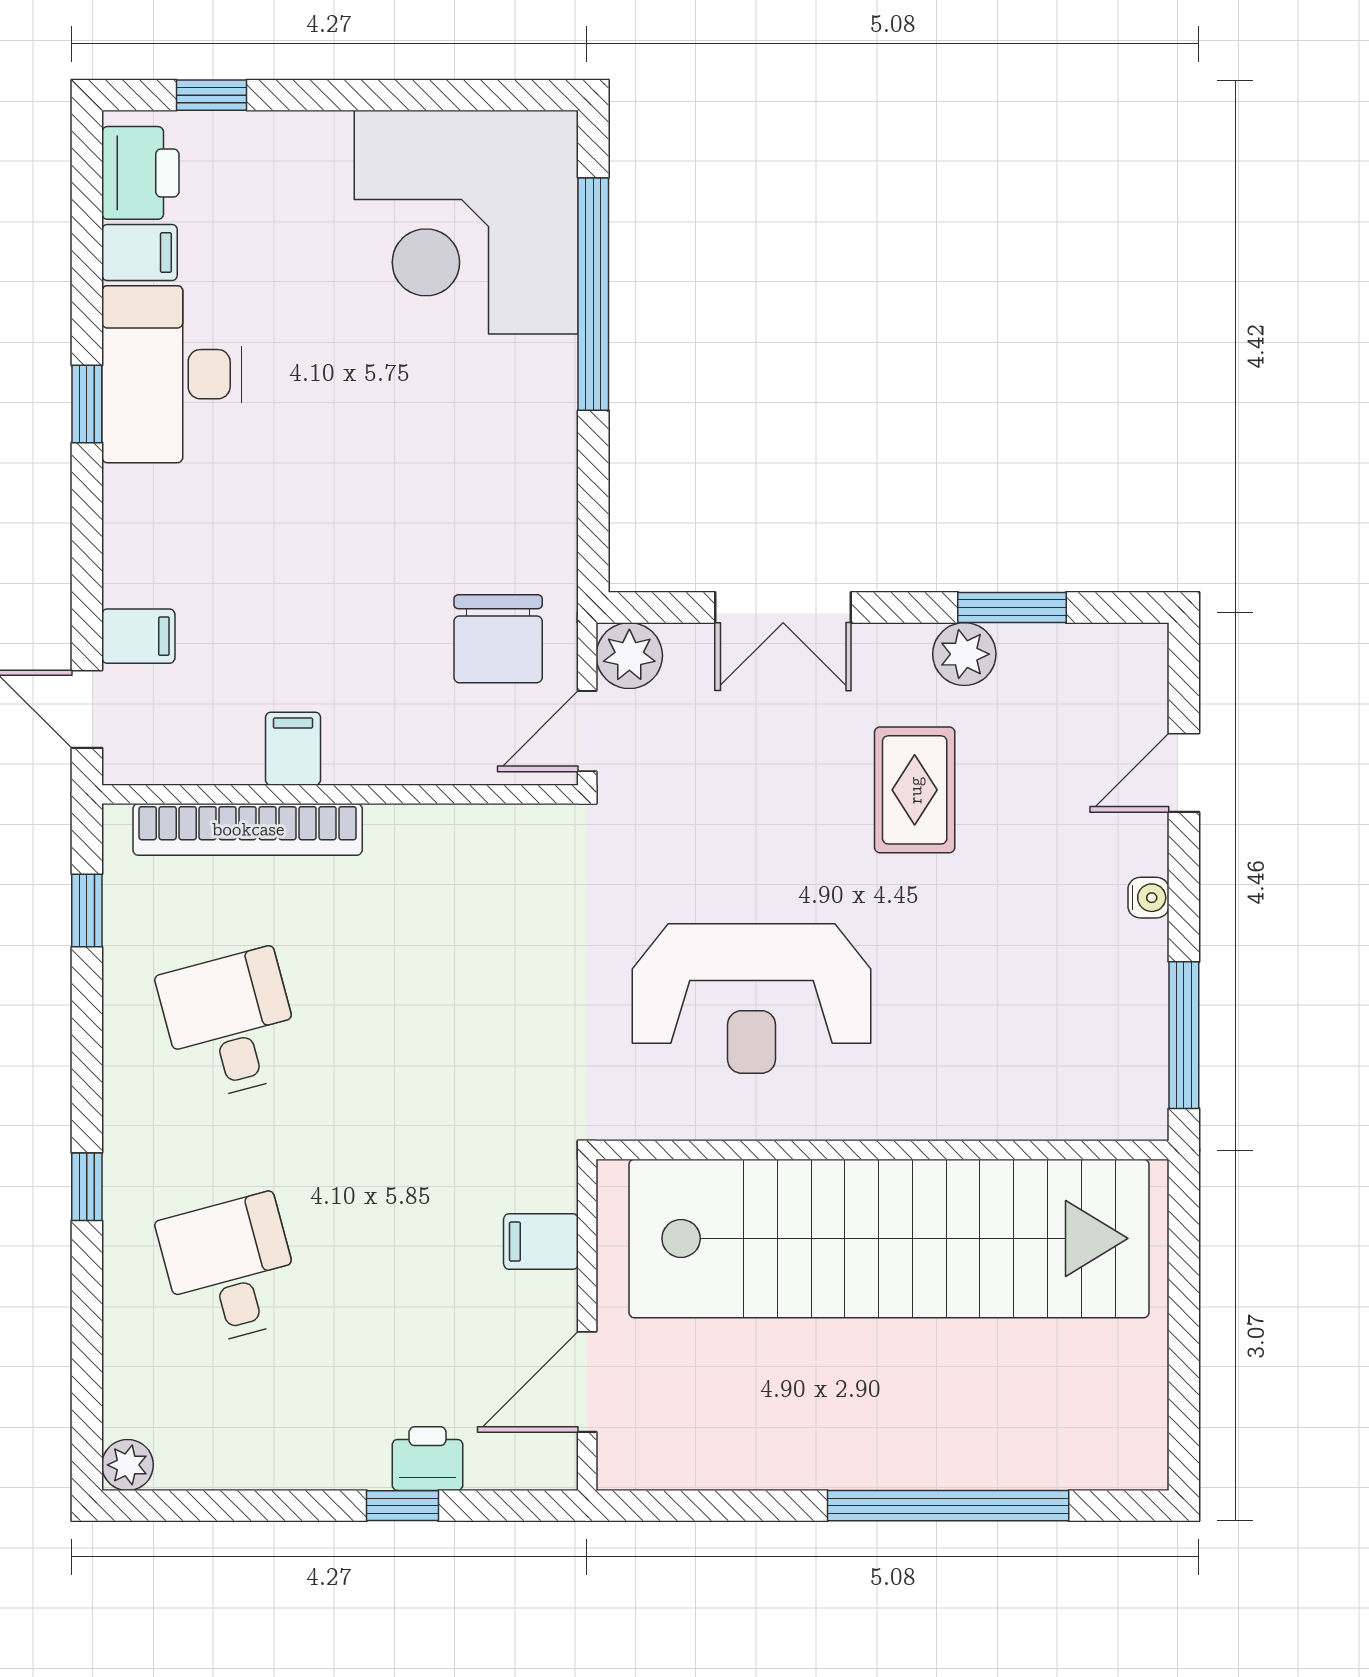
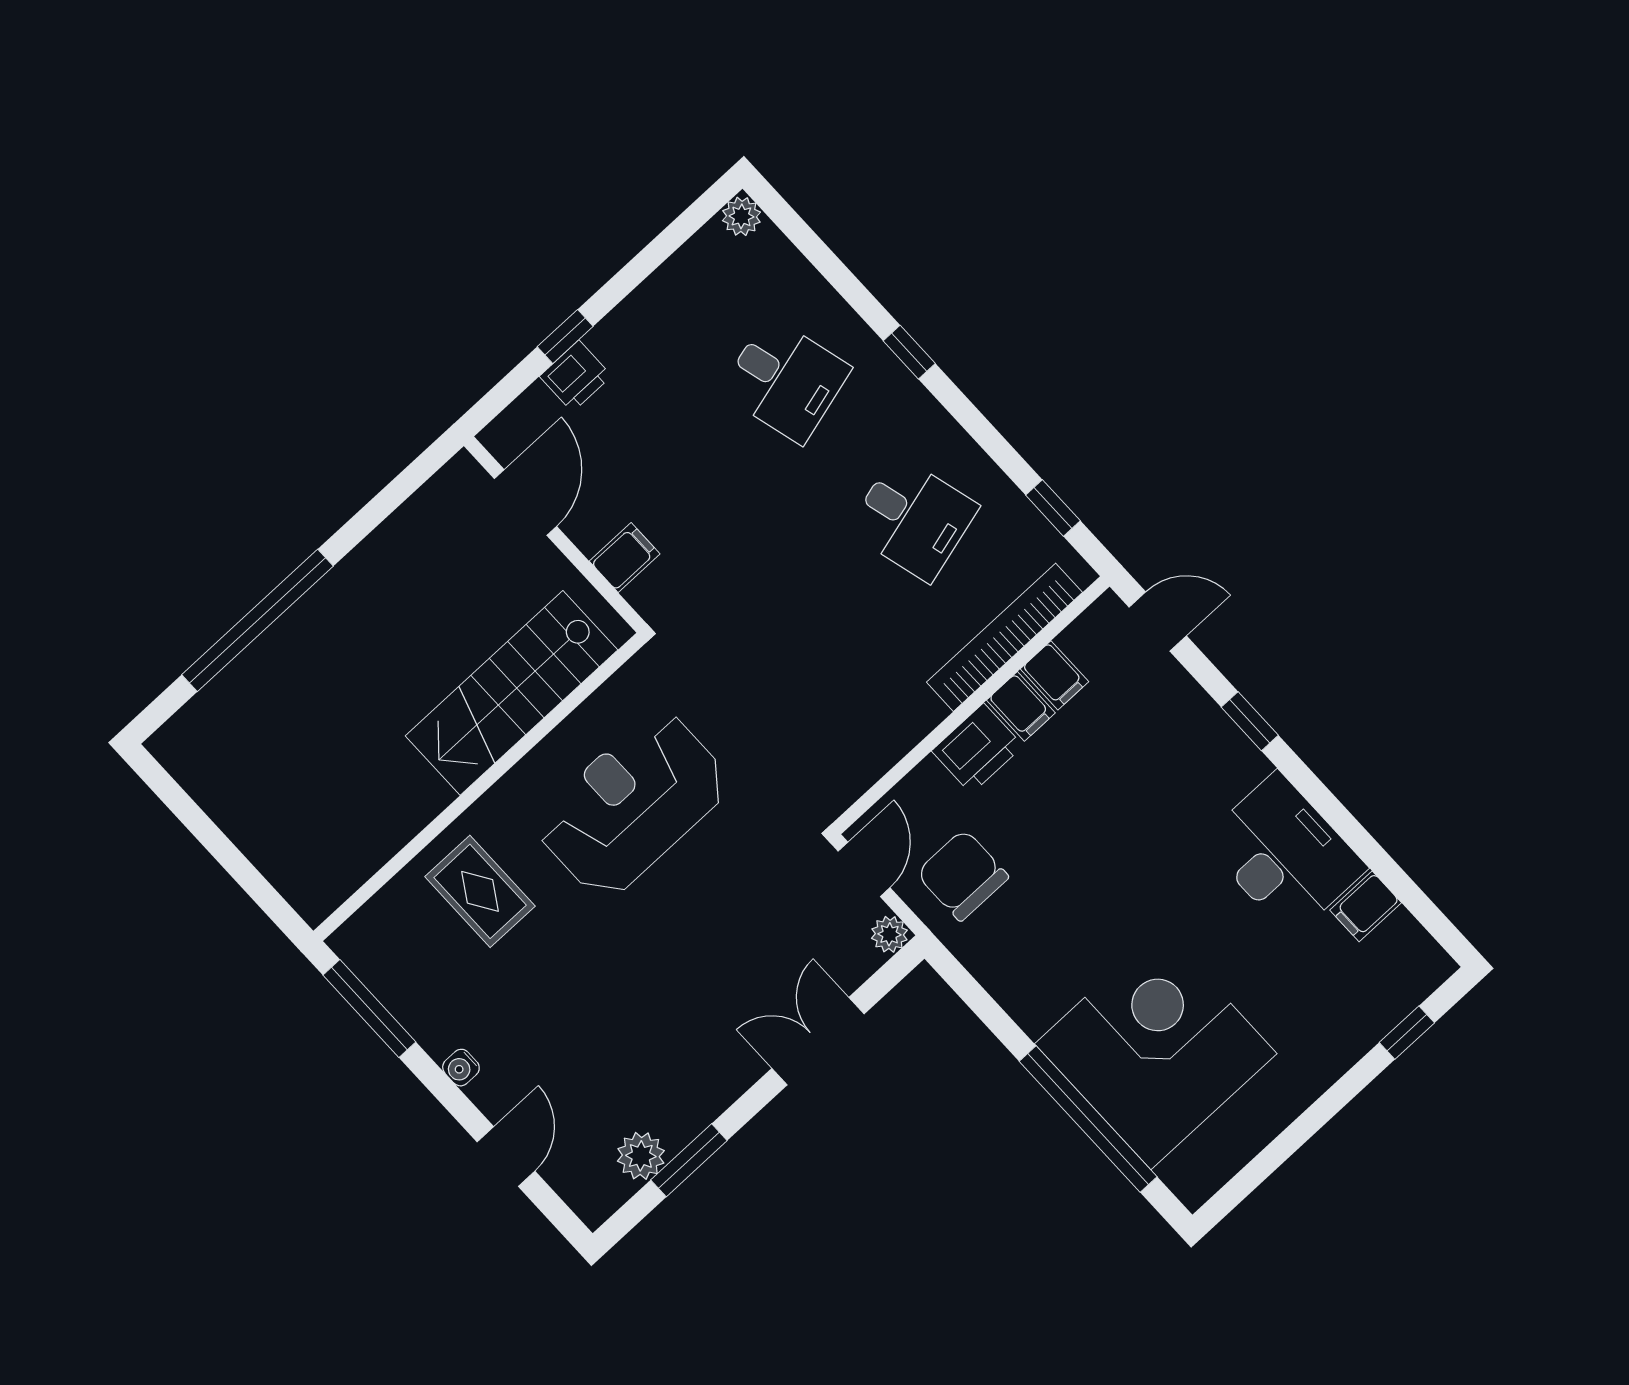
printer: (140, 173) -> (977, 748), moved, turned -90
corner desk: (466, 222) -> (1156, 1049), moved
window: (87, 404) -> (1250, 721), moved
filing cabinet: (138, 636) -> (1054, 675), moved, turned -90
plant: (964, 654) -> (641, 1156), moved
plant: (629, 656) -> (889, 934), width x0.73, depth x0.73
rug: (915, 790) -> (480, 891), moved
stairs: (889, 1238) -> (512, 693), width x0.54, depth x0.66

